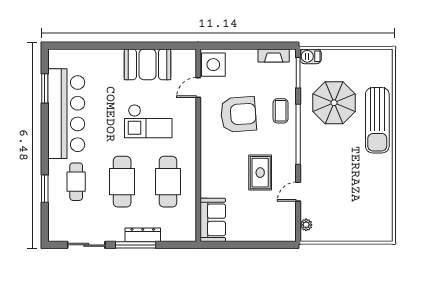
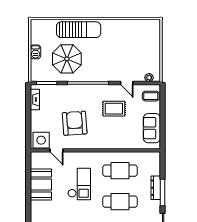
barbecue: (311, 56) -> (36, 52), moved
coffee table: (281, 111) -> (151, 96), moved
sofa: (213, 220) -> (152, 128), moved, turned -90

